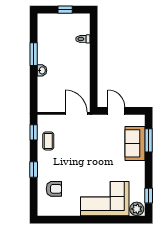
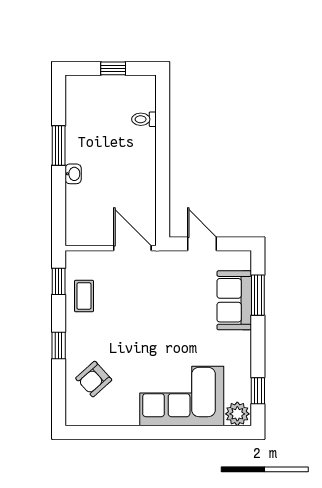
armchair: (54, 189) -> (94, 379), turned 138

